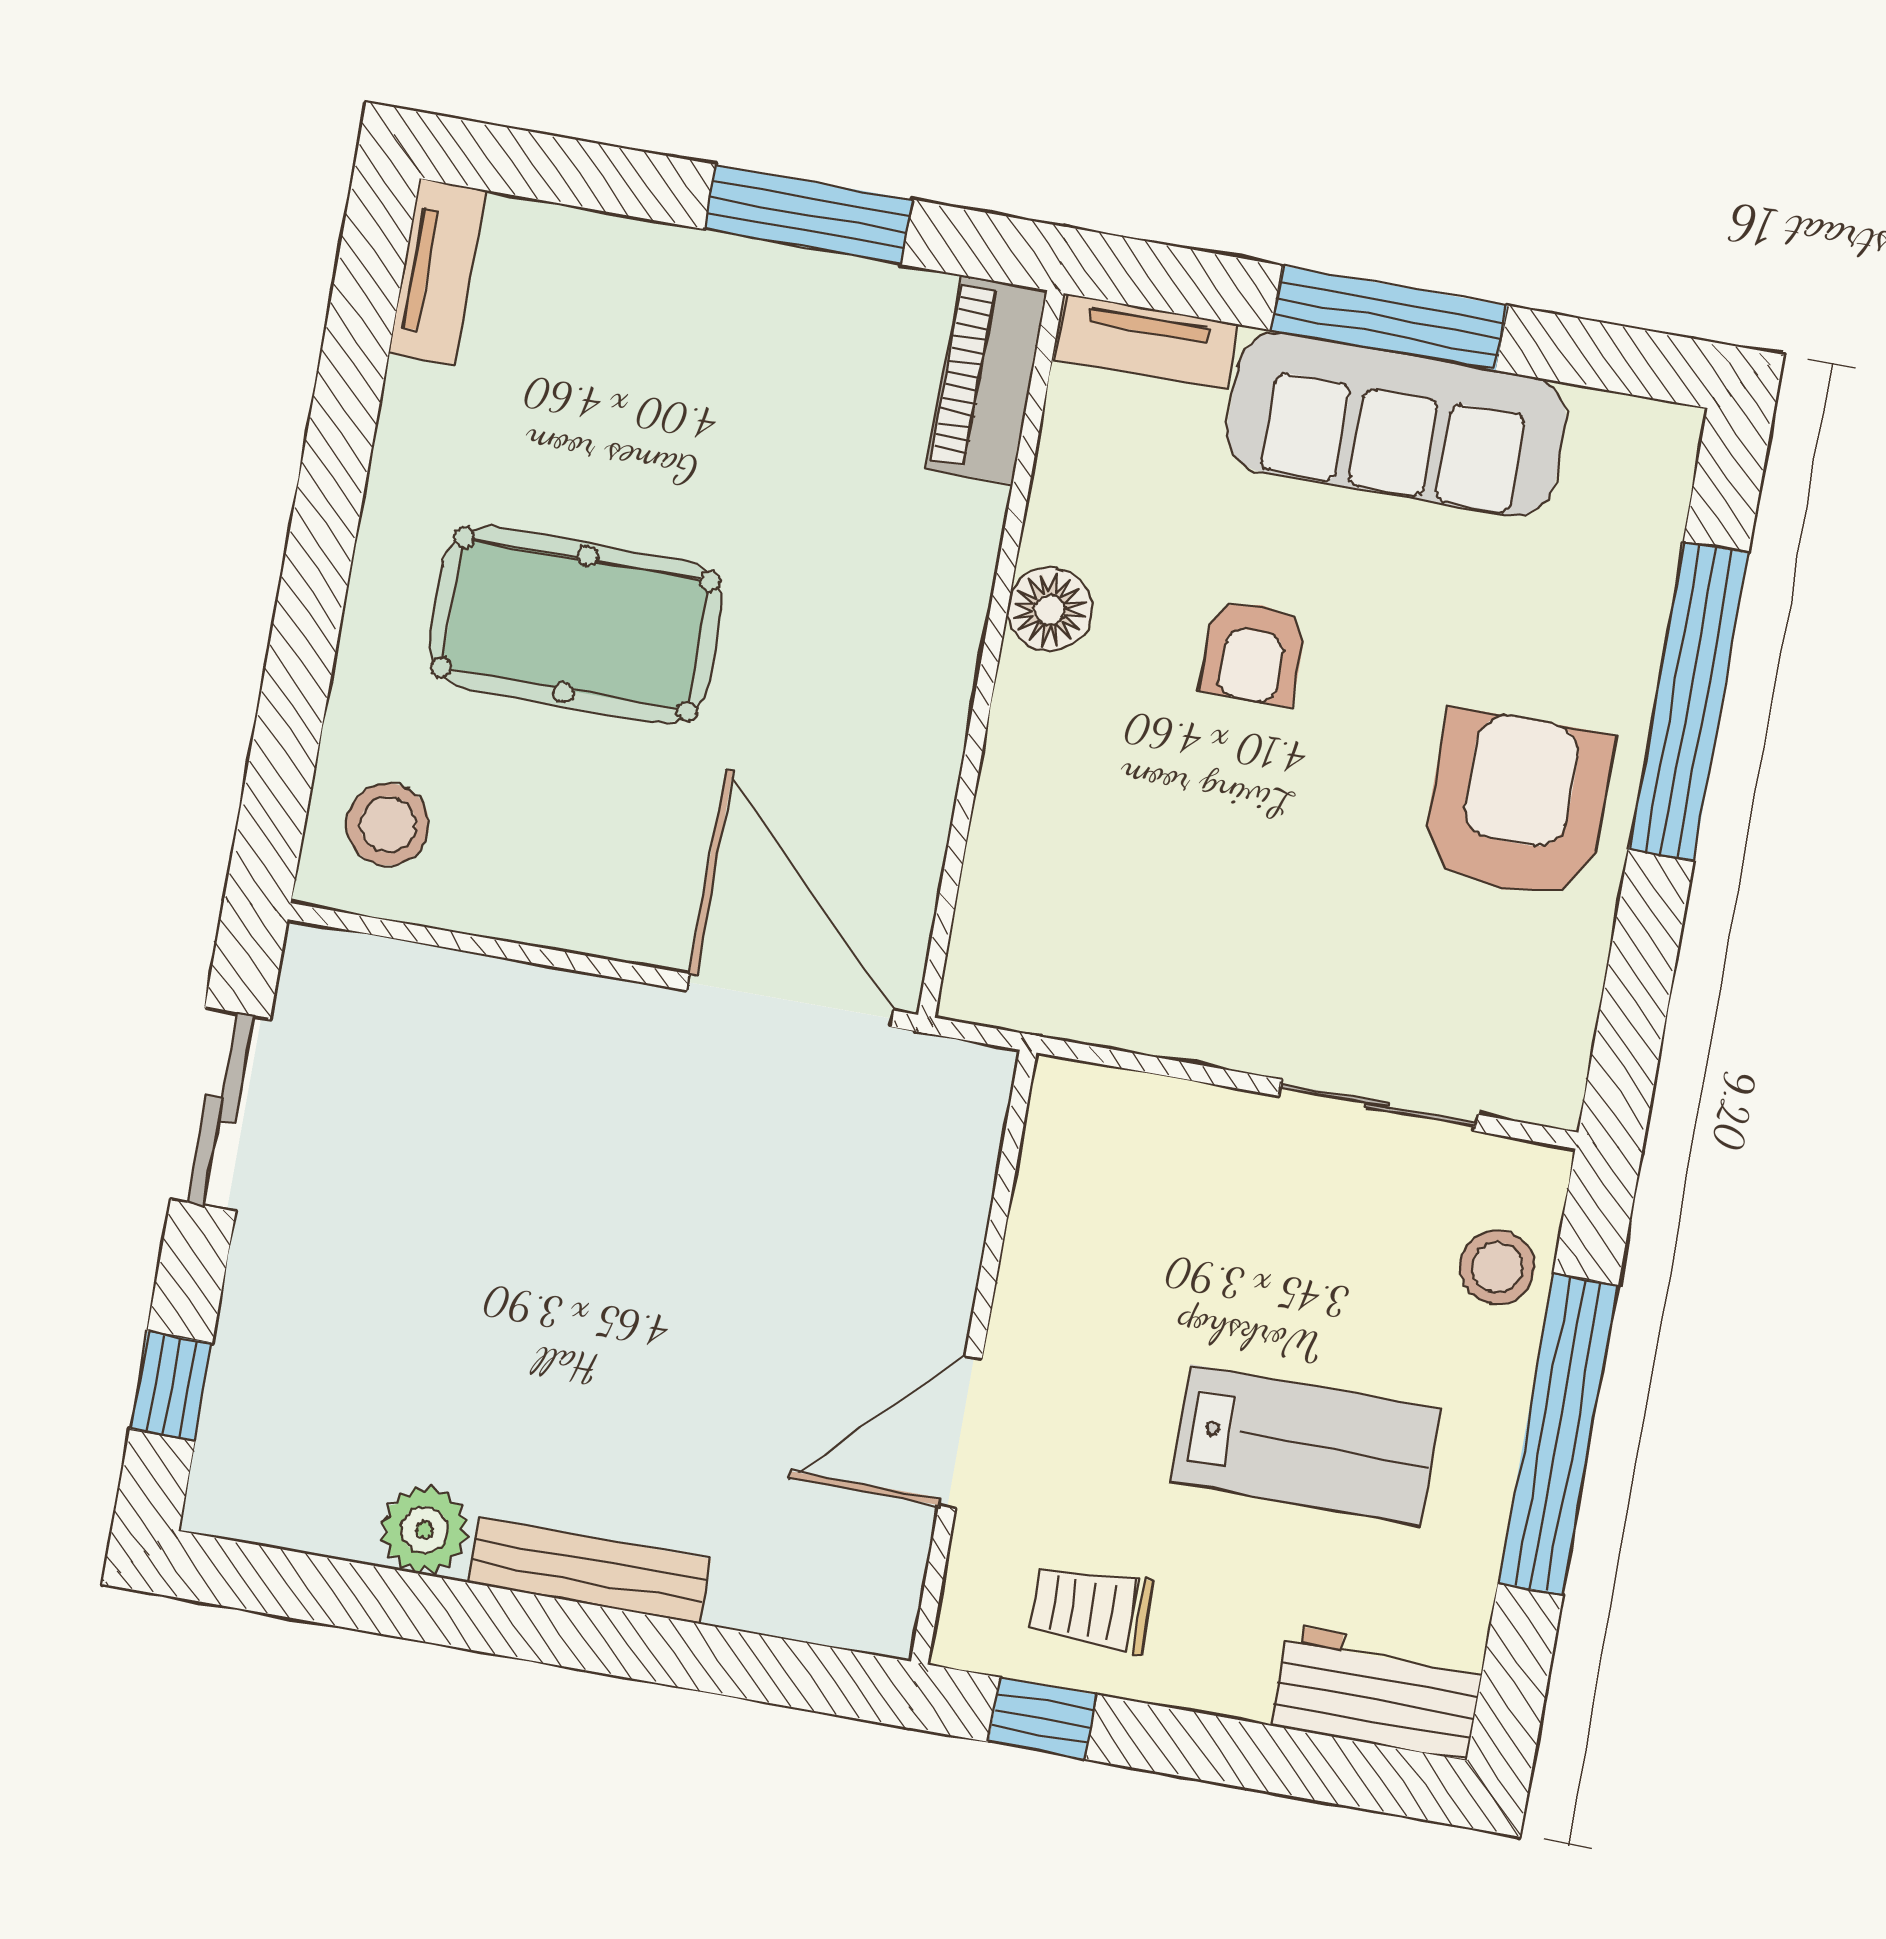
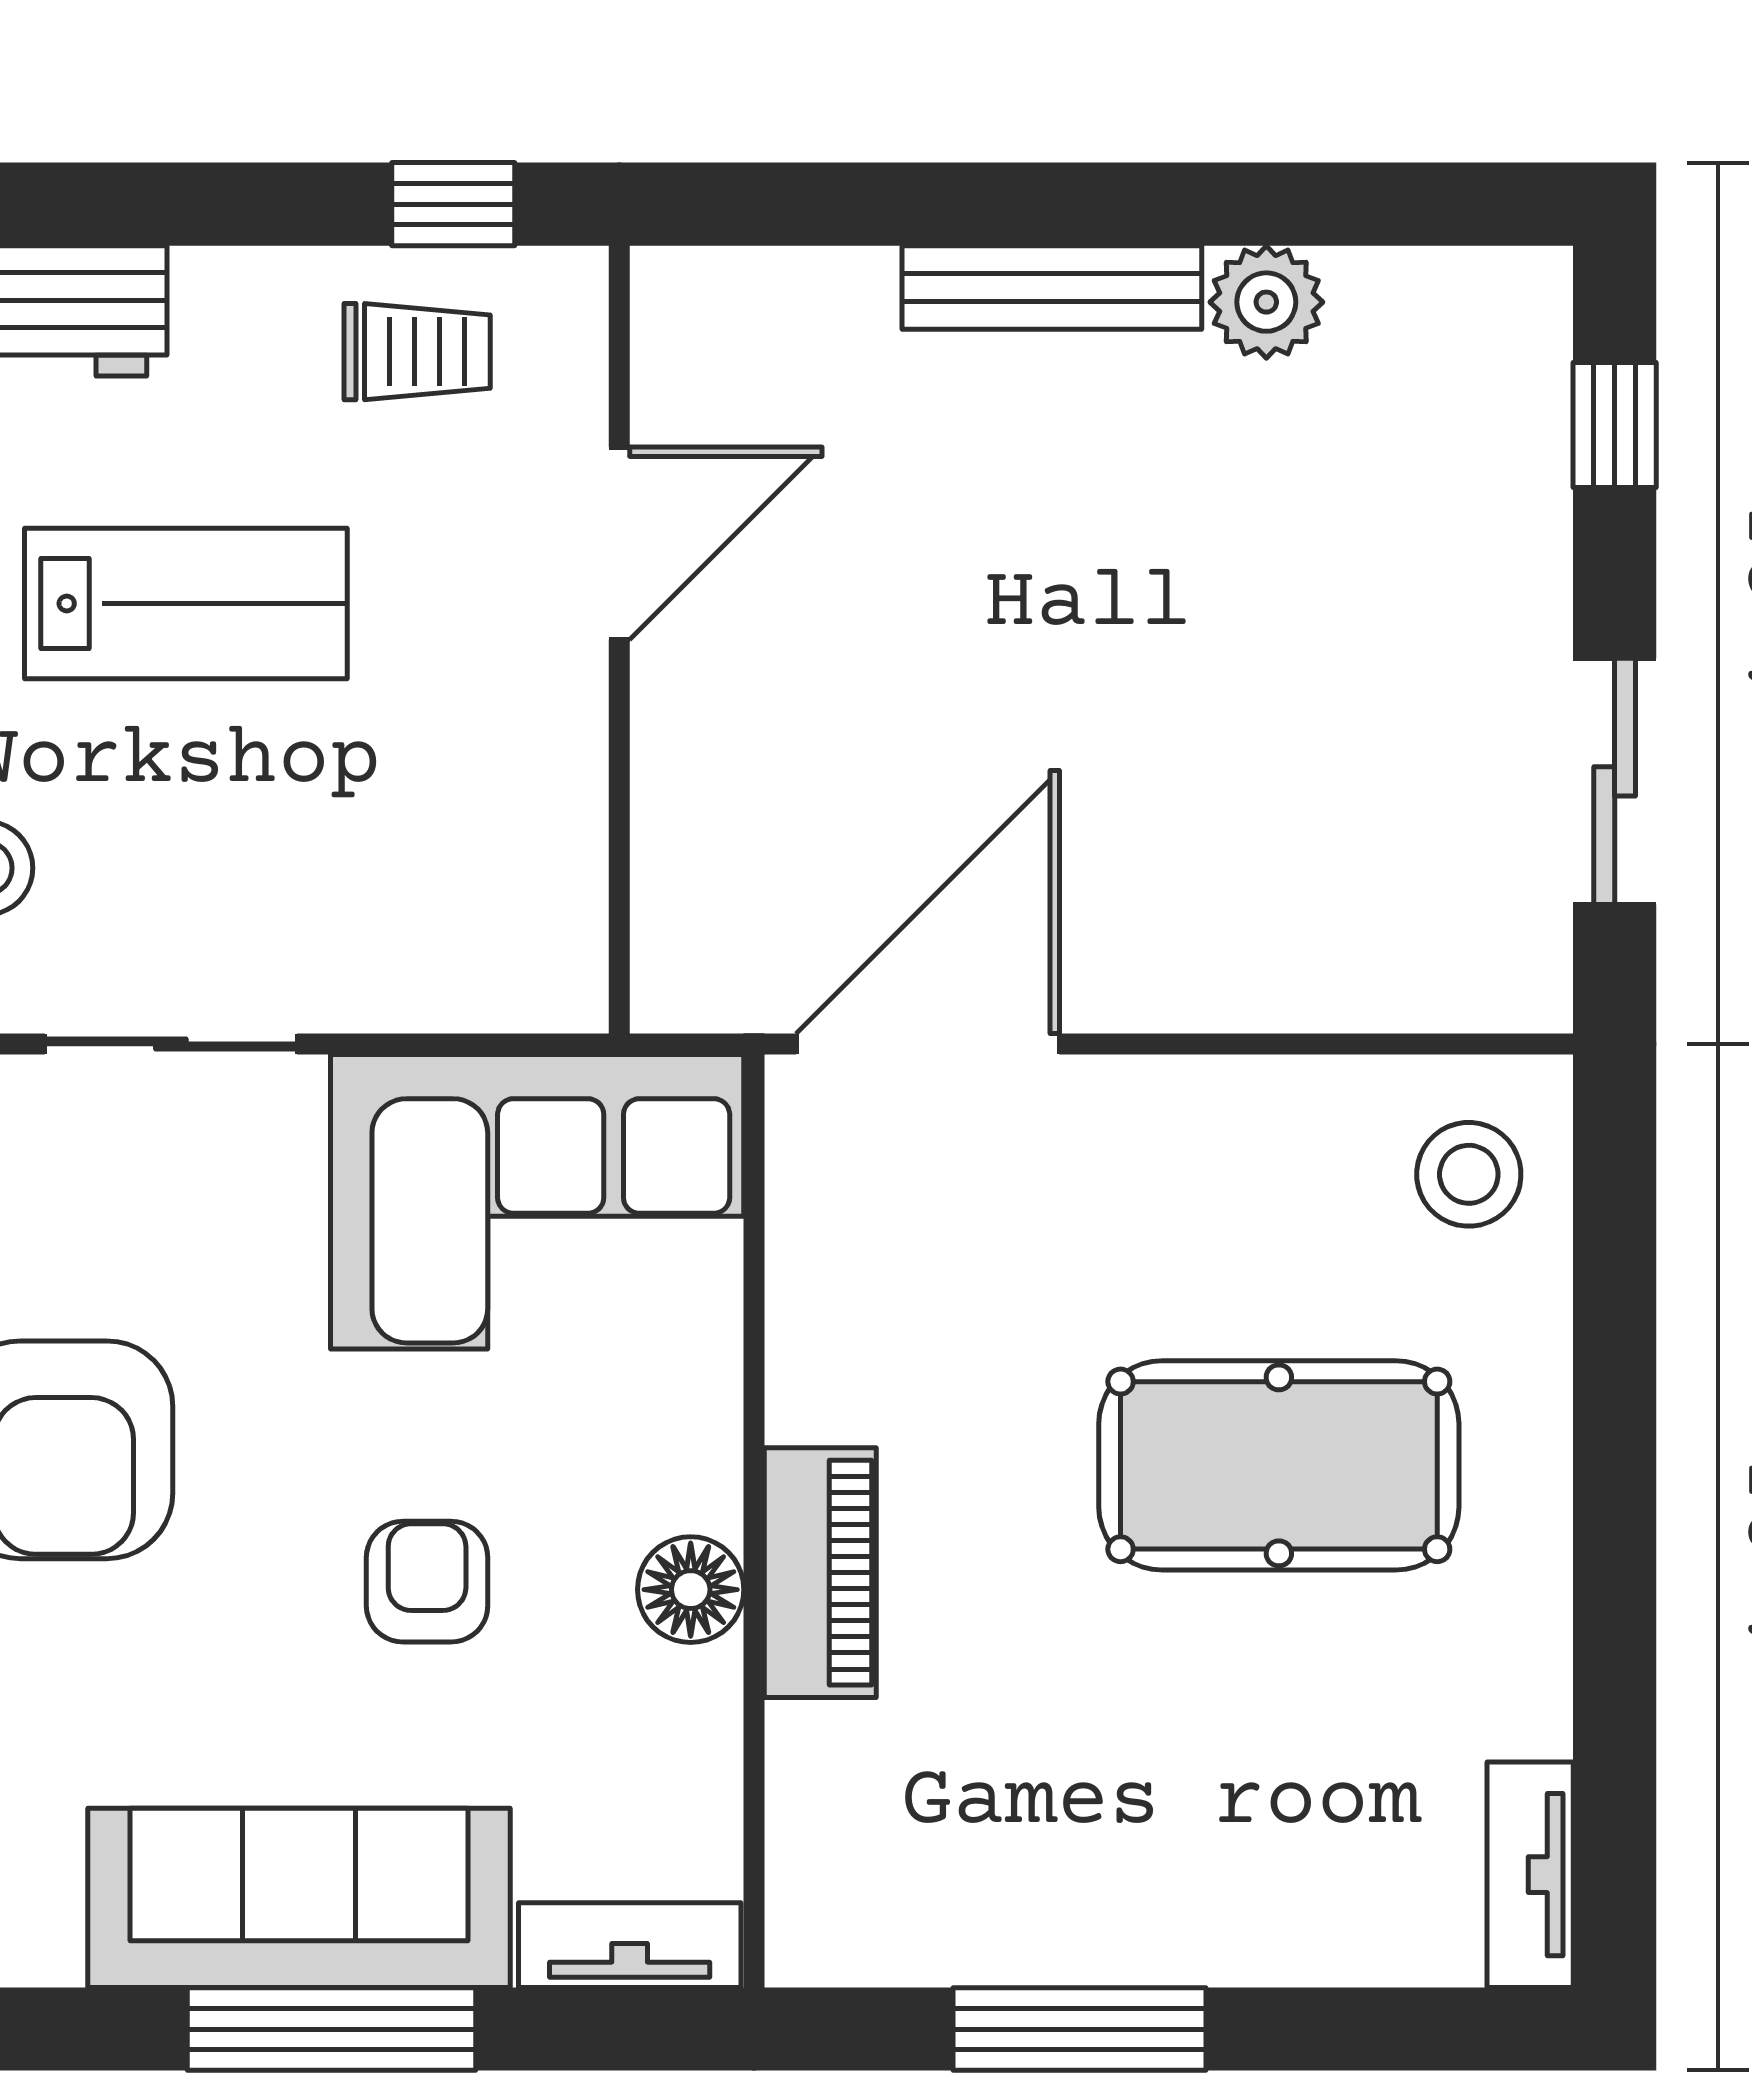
piano: (987, 380) -> (820, 1573), moved
corner sofa: (1115, 932) -> (537, 1202), added
door: (790, 1000) -> (928, 1044), swing flipped
lab bench: (1305, 1445) -> (186, 604), turned 180

